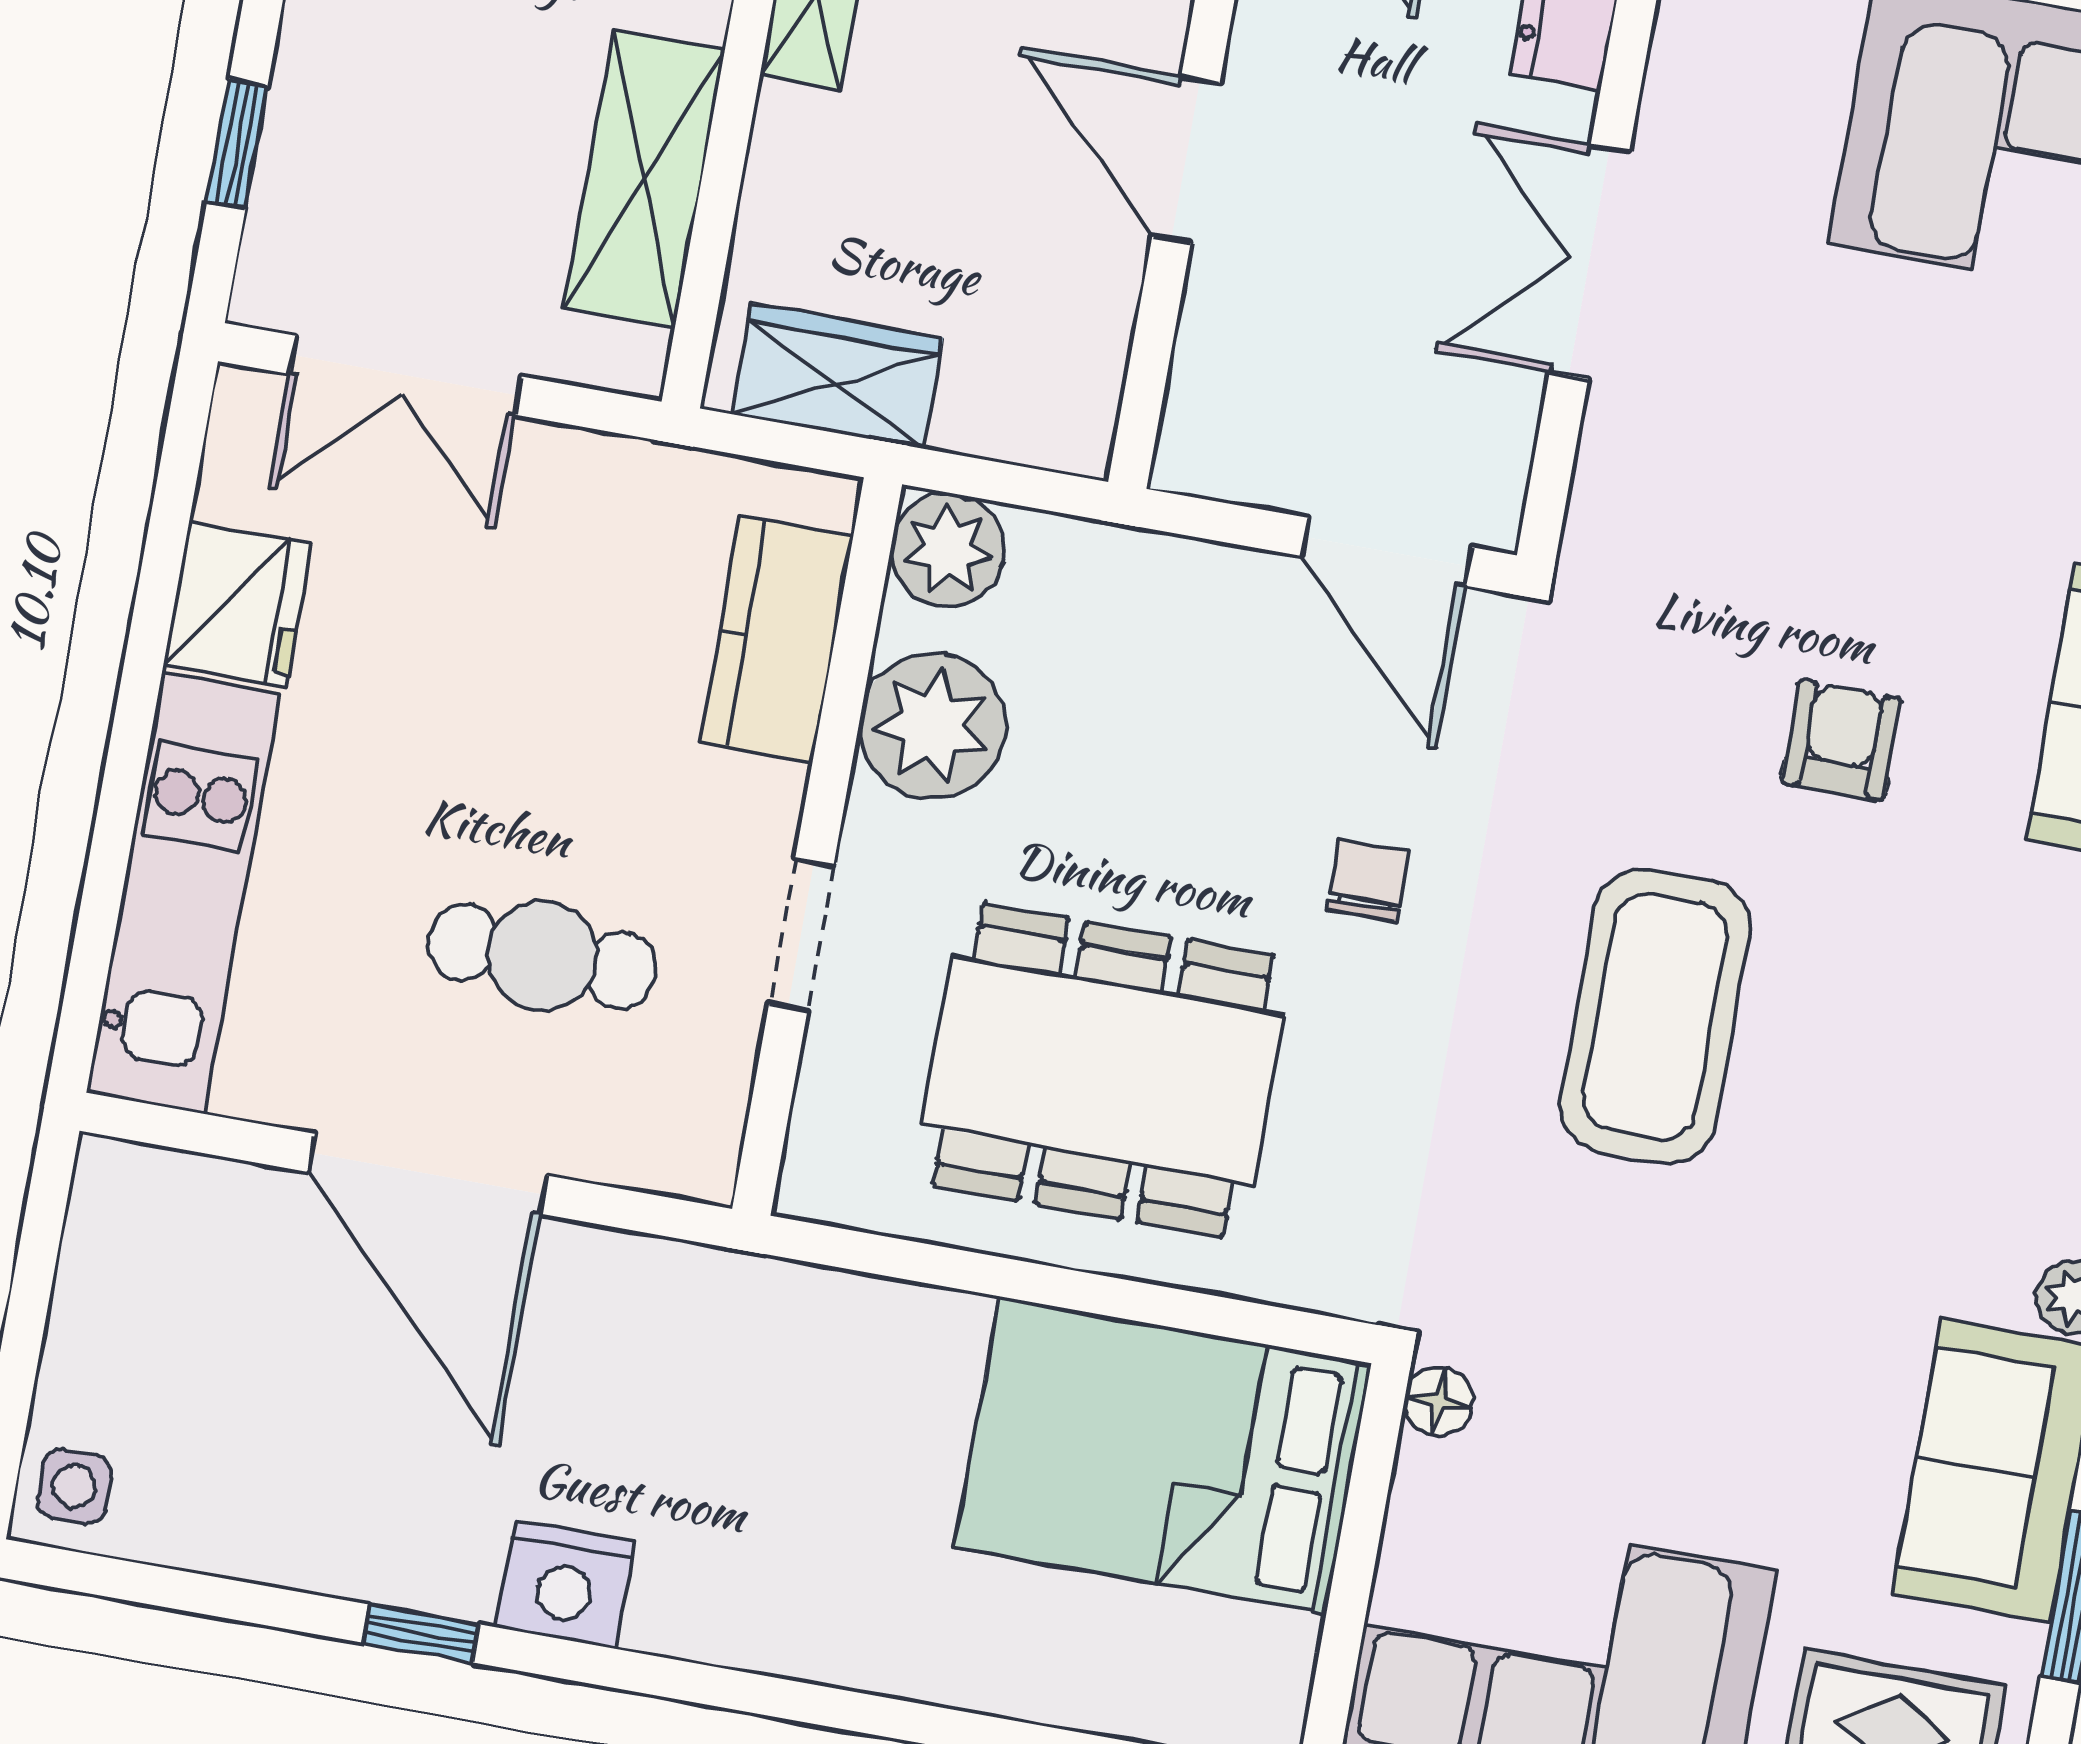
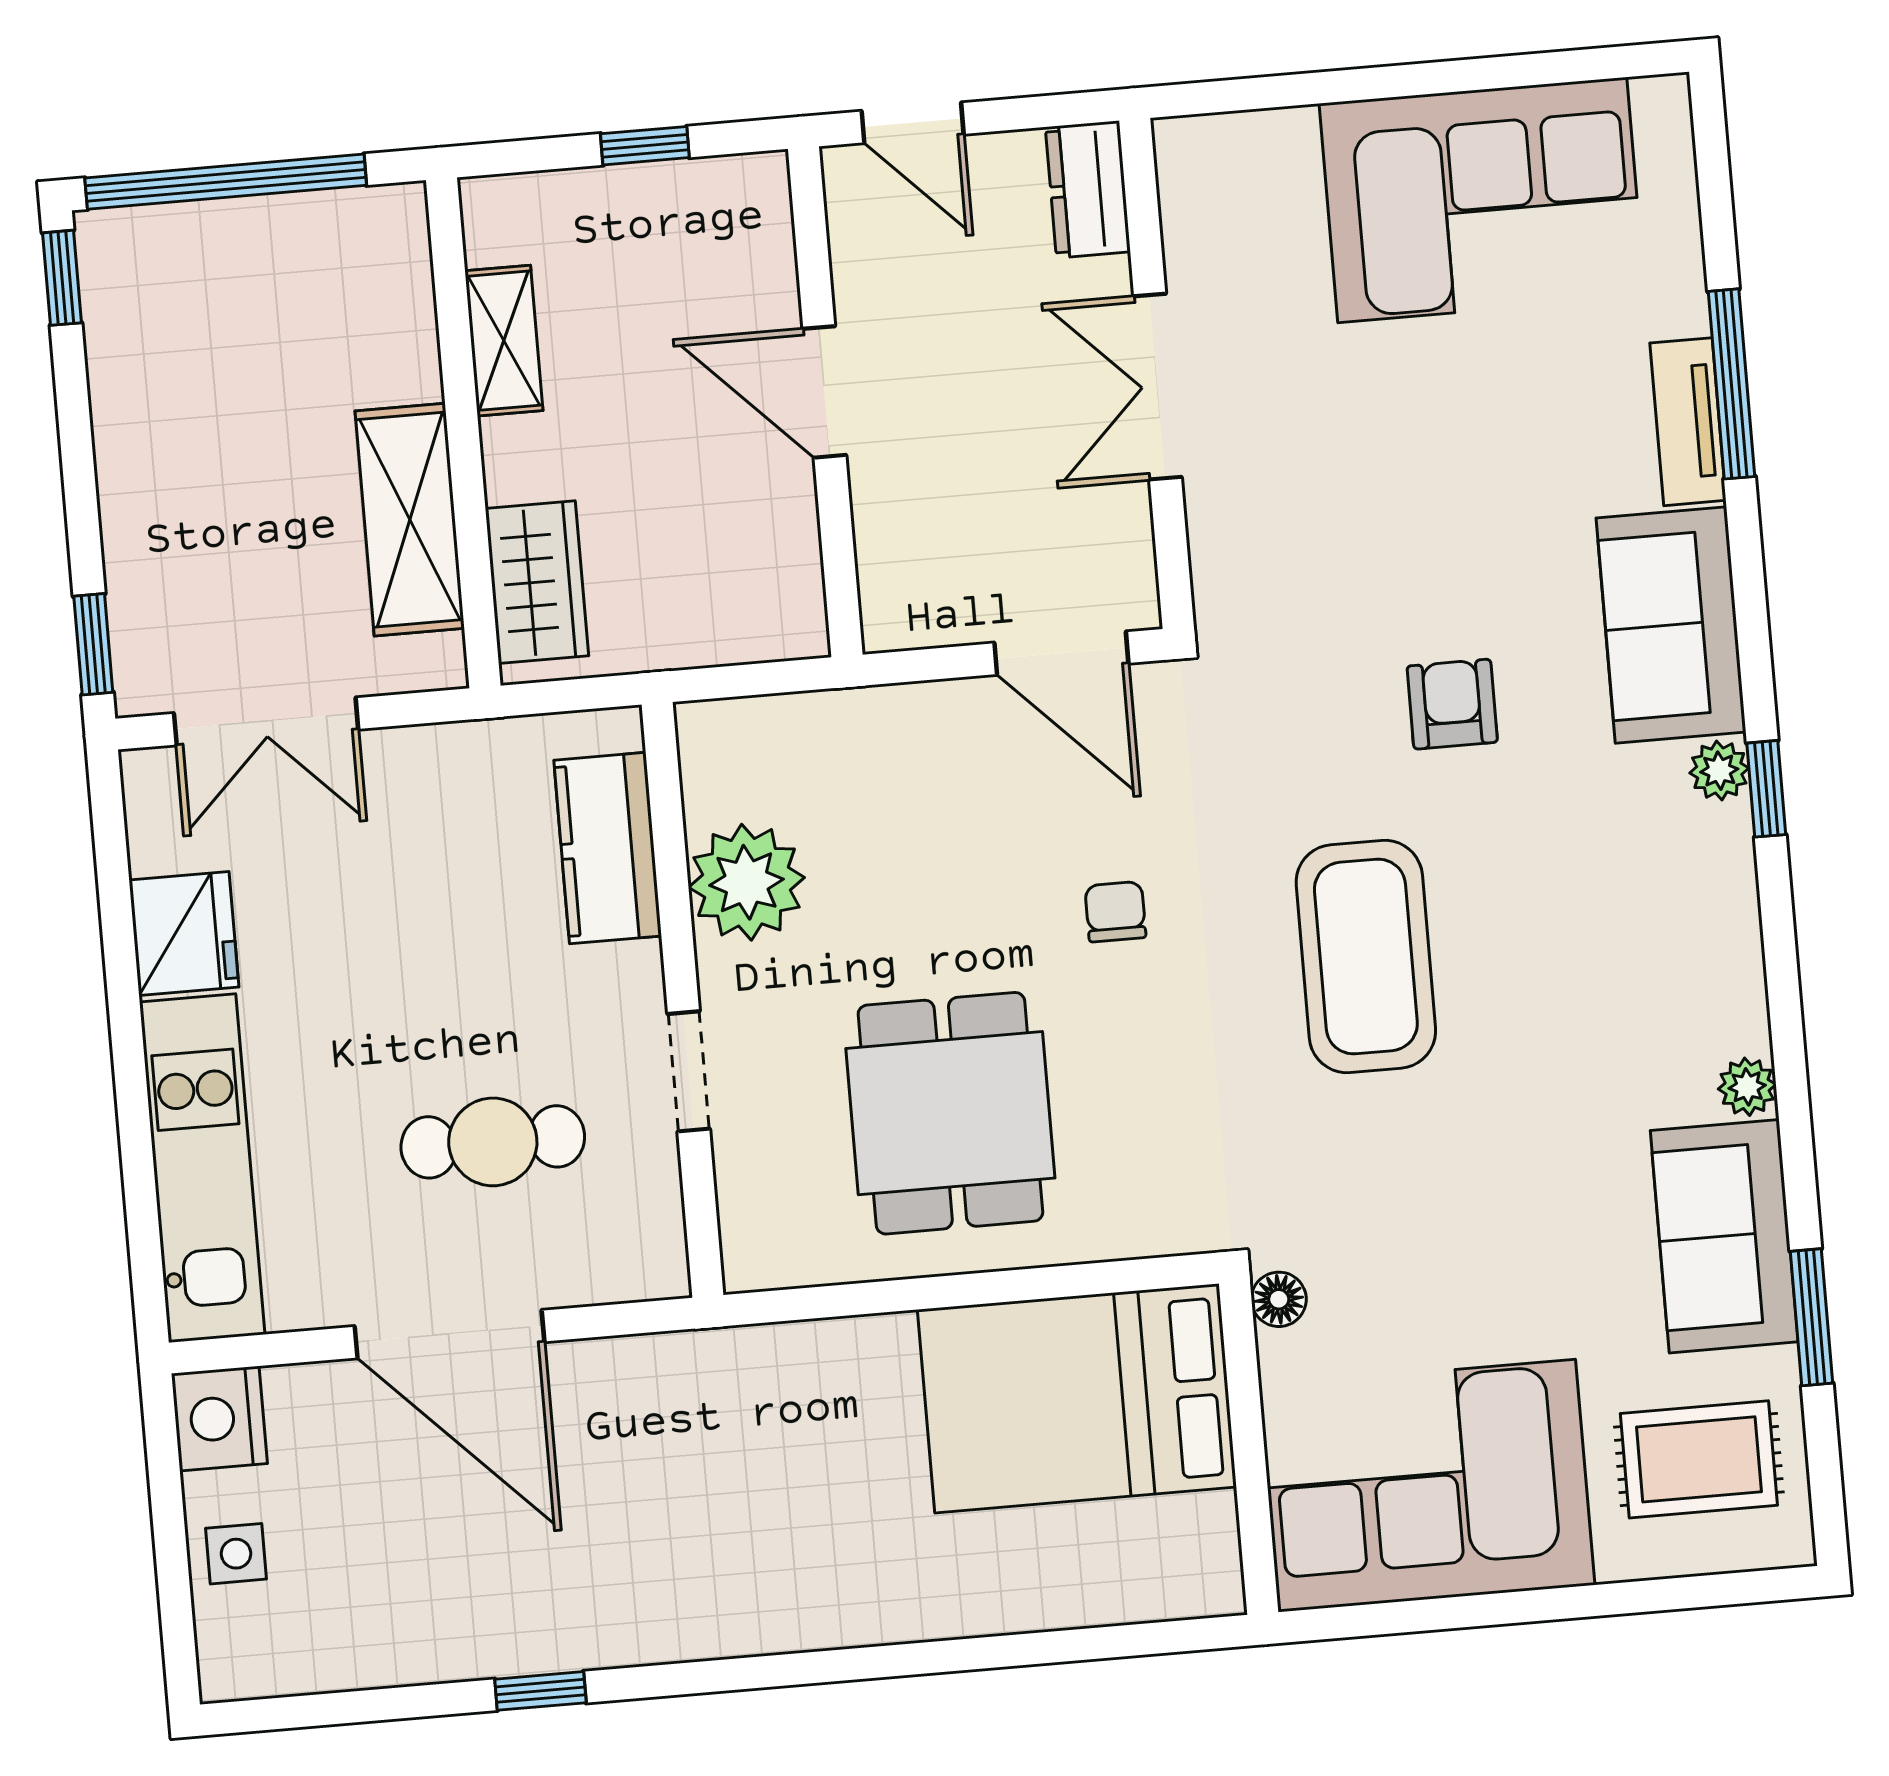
window: (237, 144) -> (93, 644), moved
wardrobe: (837, 376) -> (537, 582), moved, turned 90
plant: (948, 550) -> (722, 743), removed
dining table: (1103, 1070) -> (950, 1113), width x0.73
side table: (74, 1486) -> (236, 1554), moved
nightstand: (566, 1584) -> (219, 1419), moved, turned 90

